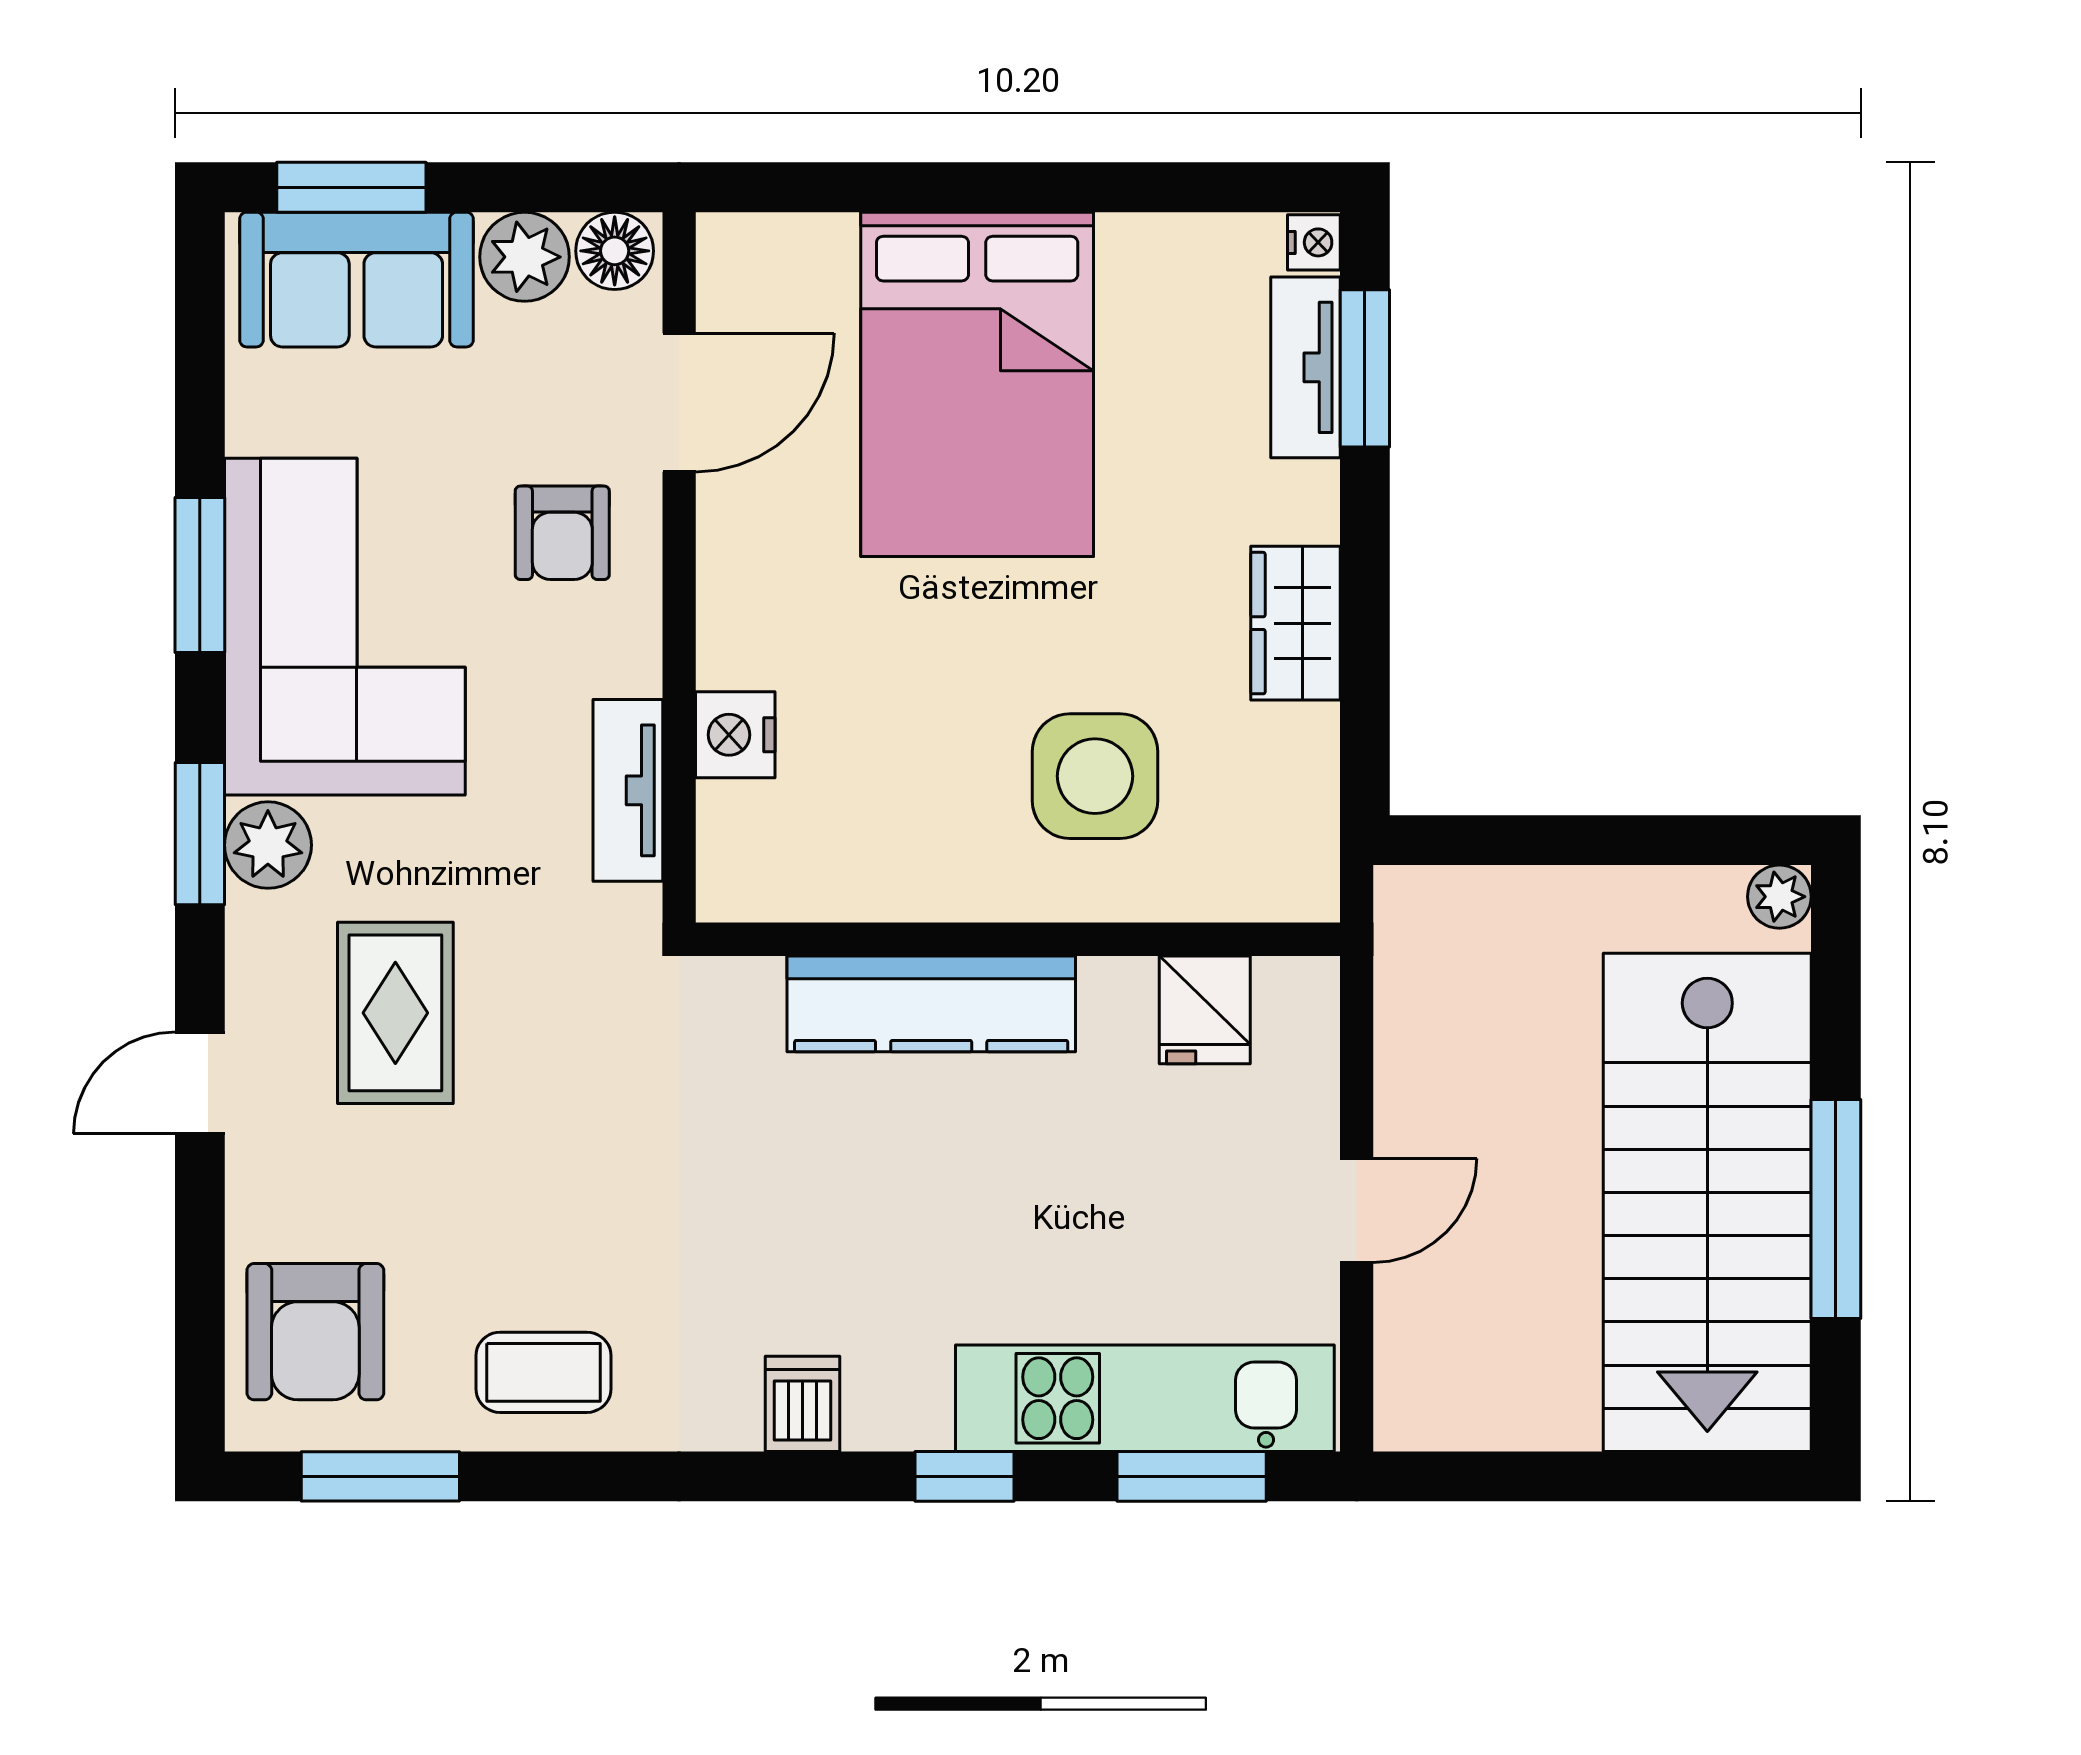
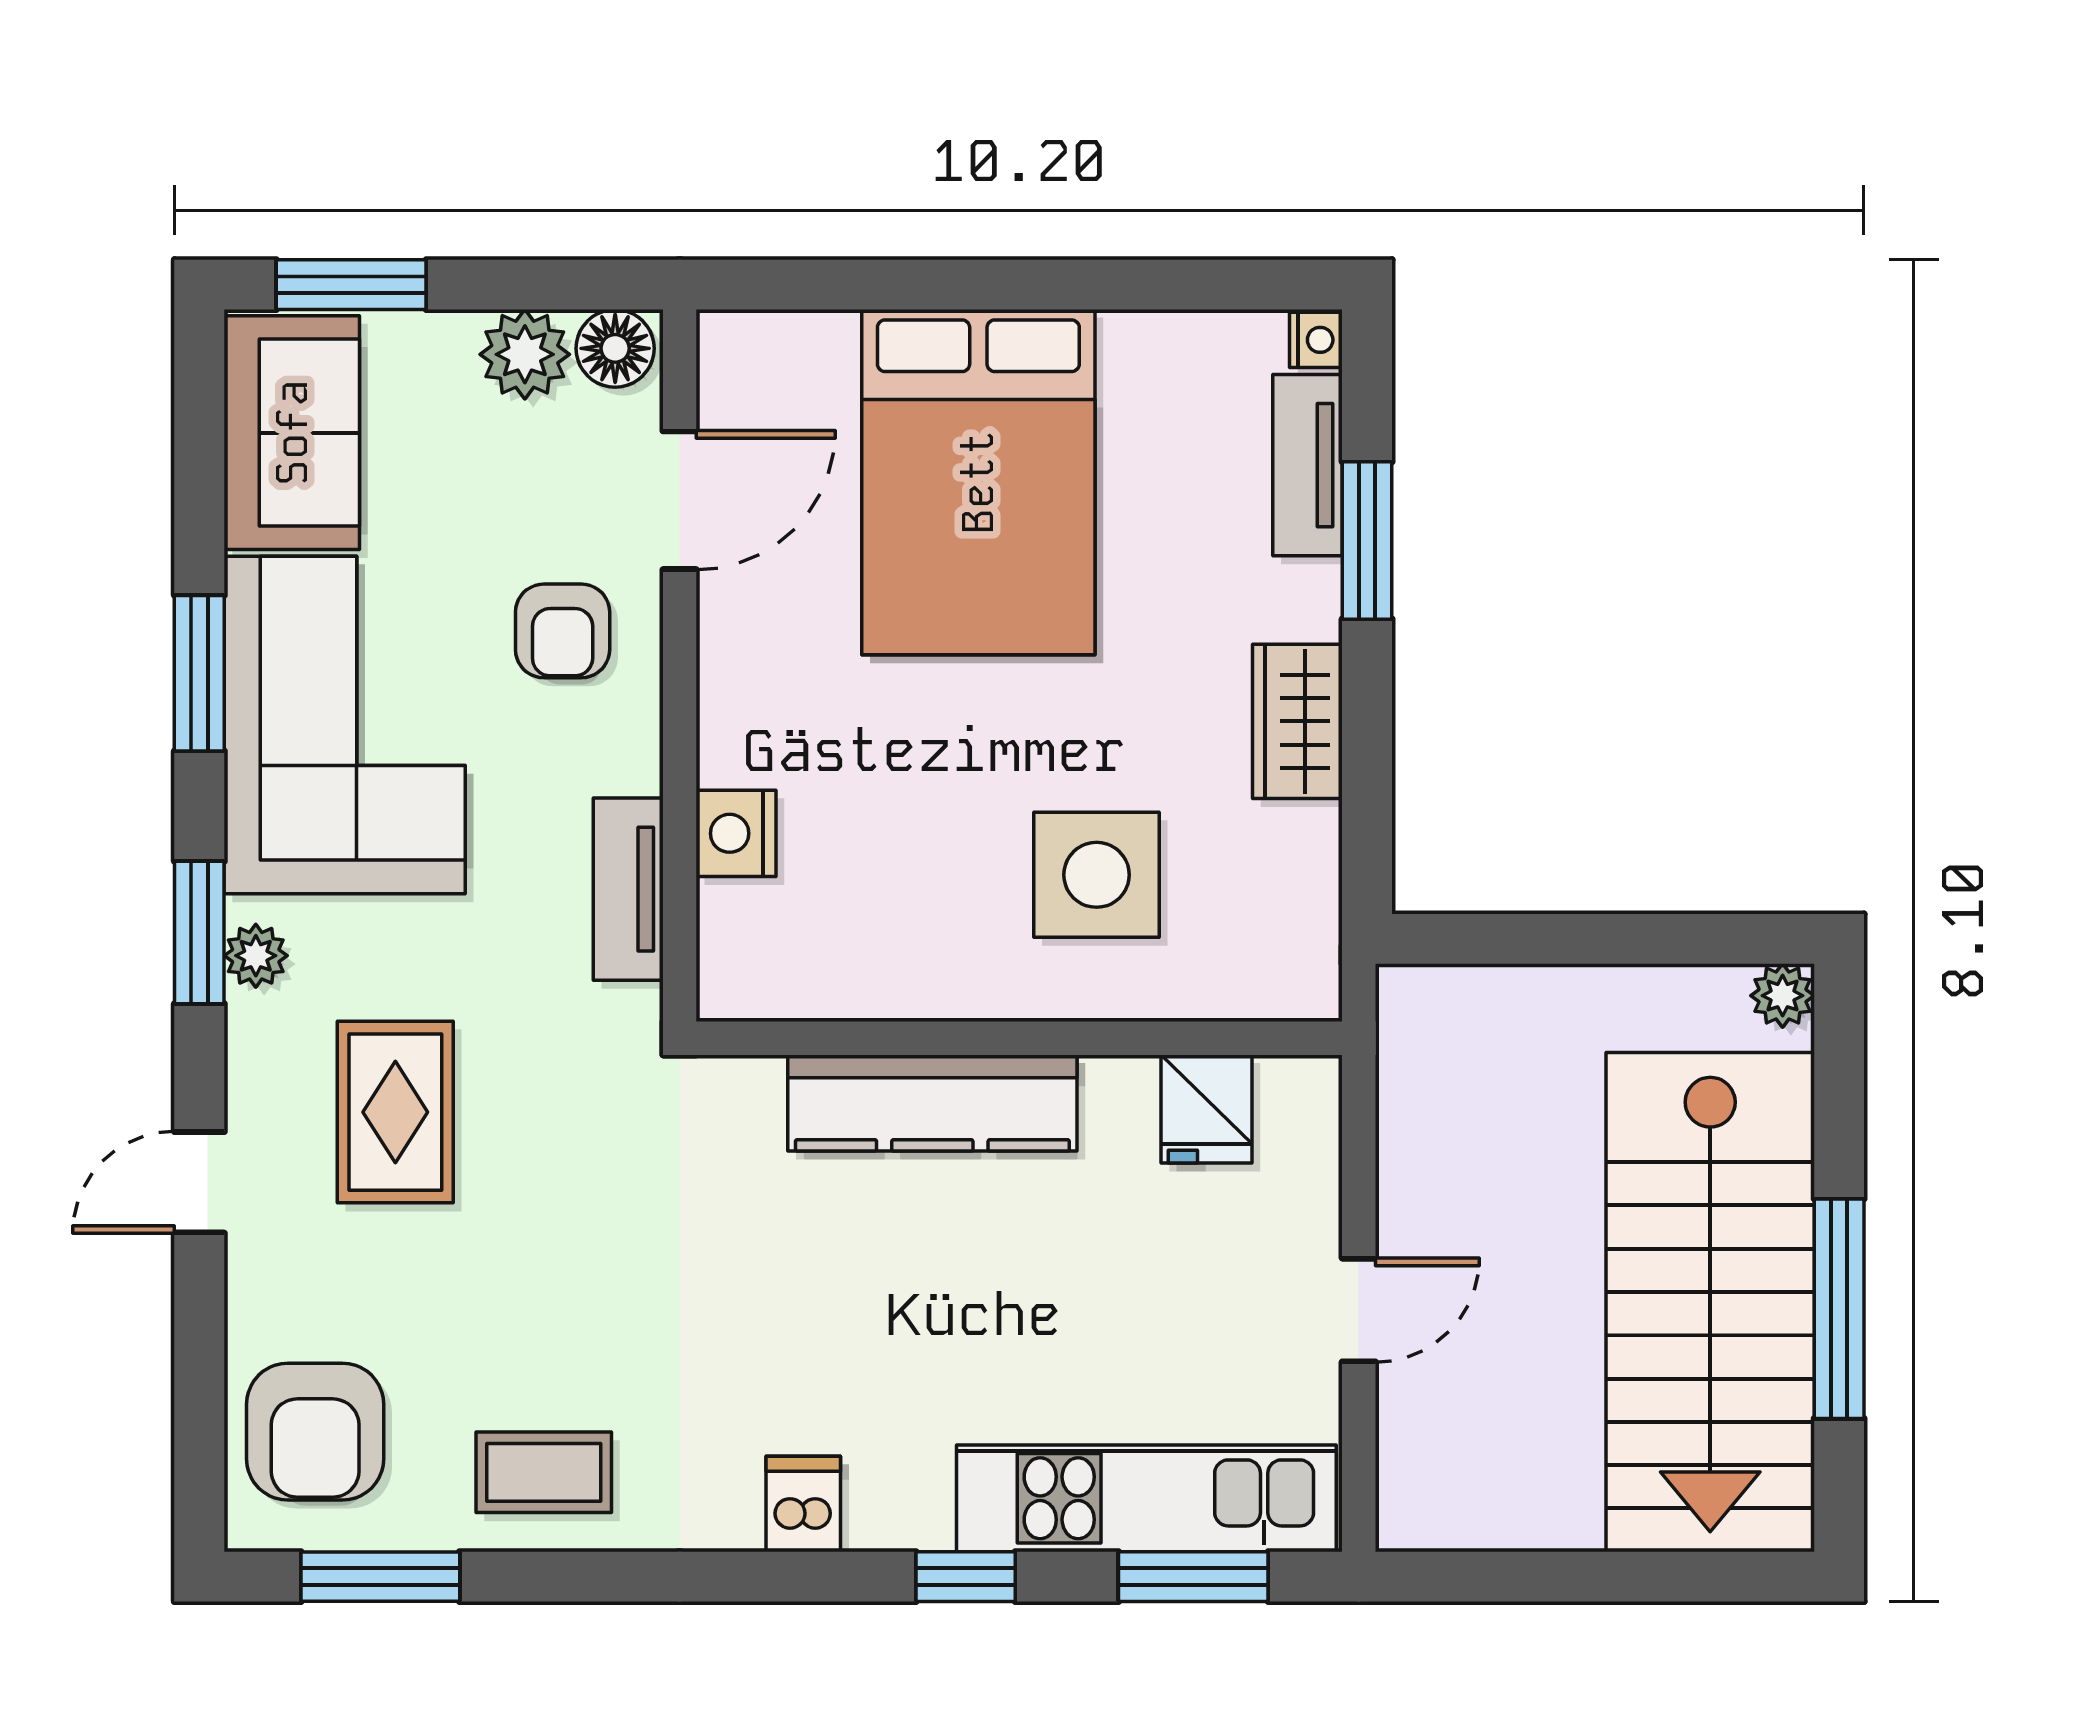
sofa: (357, 280) -> (292, 433), moved, turned -90
window: (1365, 368) -> (1367, 540), moved
plant: (268, 845) -> (256, 956), width x0.73, depth x0.73

